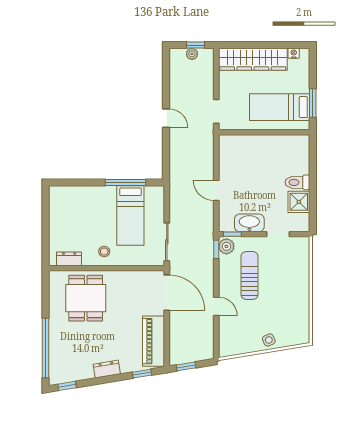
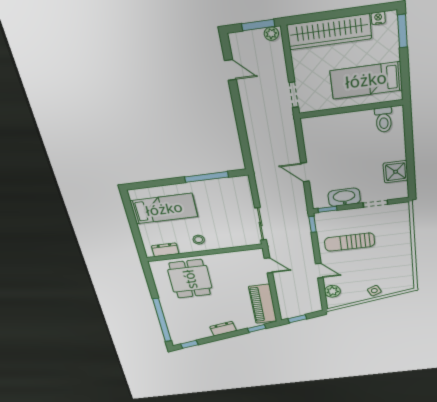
window: (196, 45) -> (258, 25), width x1.50
plant: (192, 54) -> (271, 34), moved
window: (313, 103) -> (402, 31), moved
door: (166, 118) -> (230, 70), moved
toilet: (297, 182) -> (384, 120), moved, turned -90
bed: (130, 215) -> (164, 209), moved, turned -90
plant: (226, 246) -> (332, 291), moved
sun lounger: (250, 275) -> (350, 242), turned -90
door: (167, 293) -> (268, 265), width x0.53

